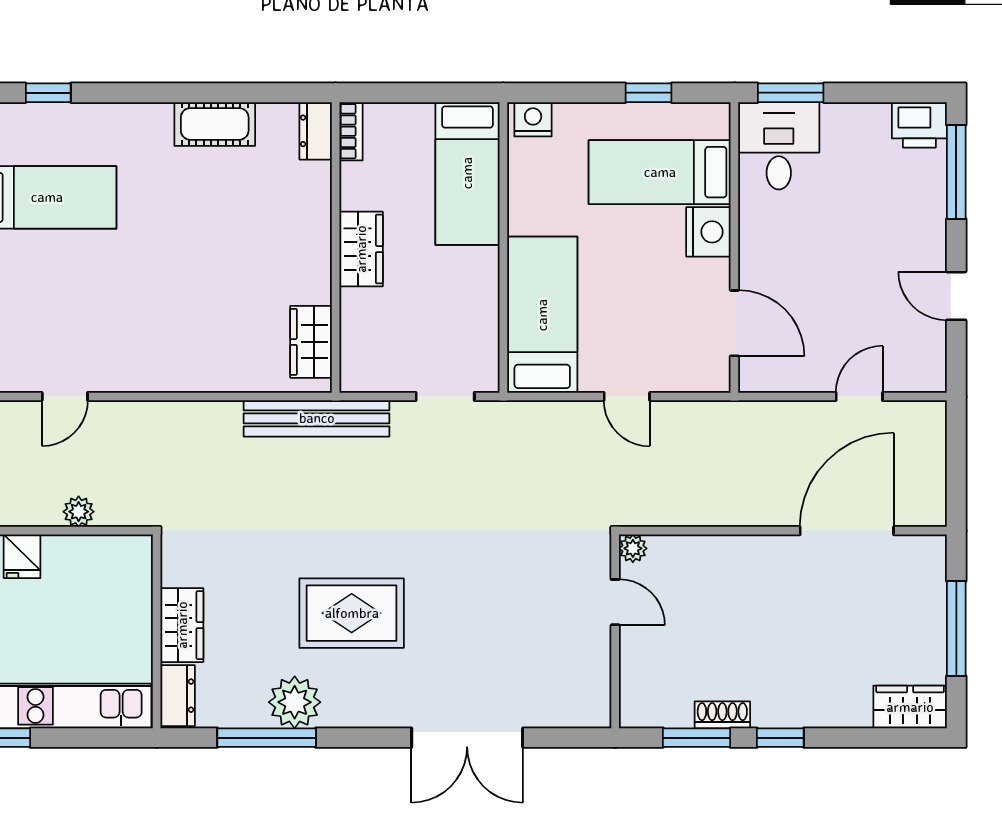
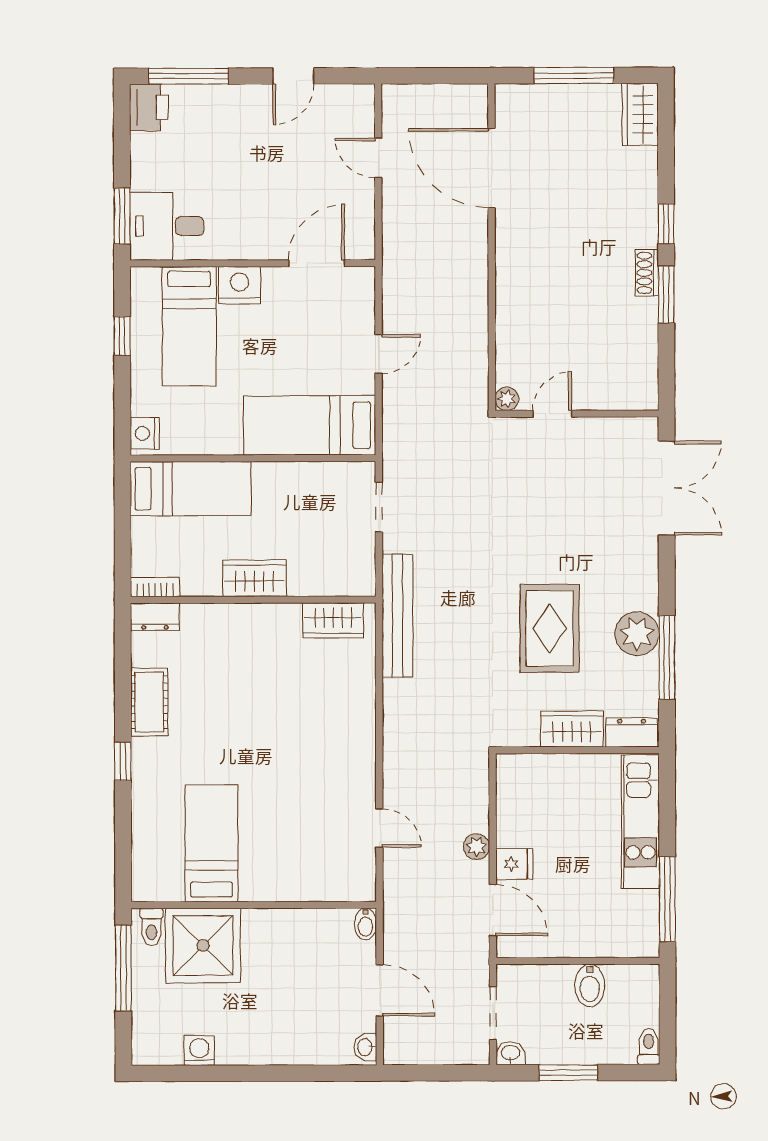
window: (48, 93) -> (123, 761), moved
plant: (79, 512) -> (477, 847), moved
plant: (633, 548) -> (507, 399), moved
door: (615, 602) -> (552, 414), moved
rug: (352, 613) -> (550, 628), moved
wall: (615, 631) -> (577, 414), moved

